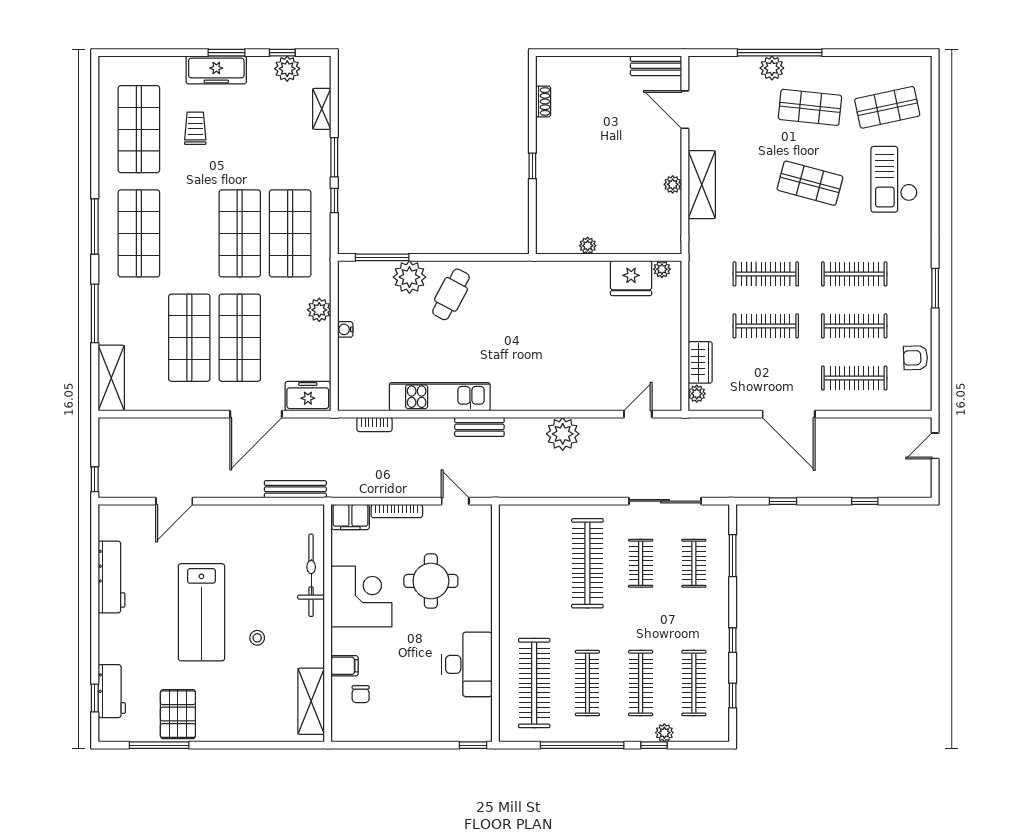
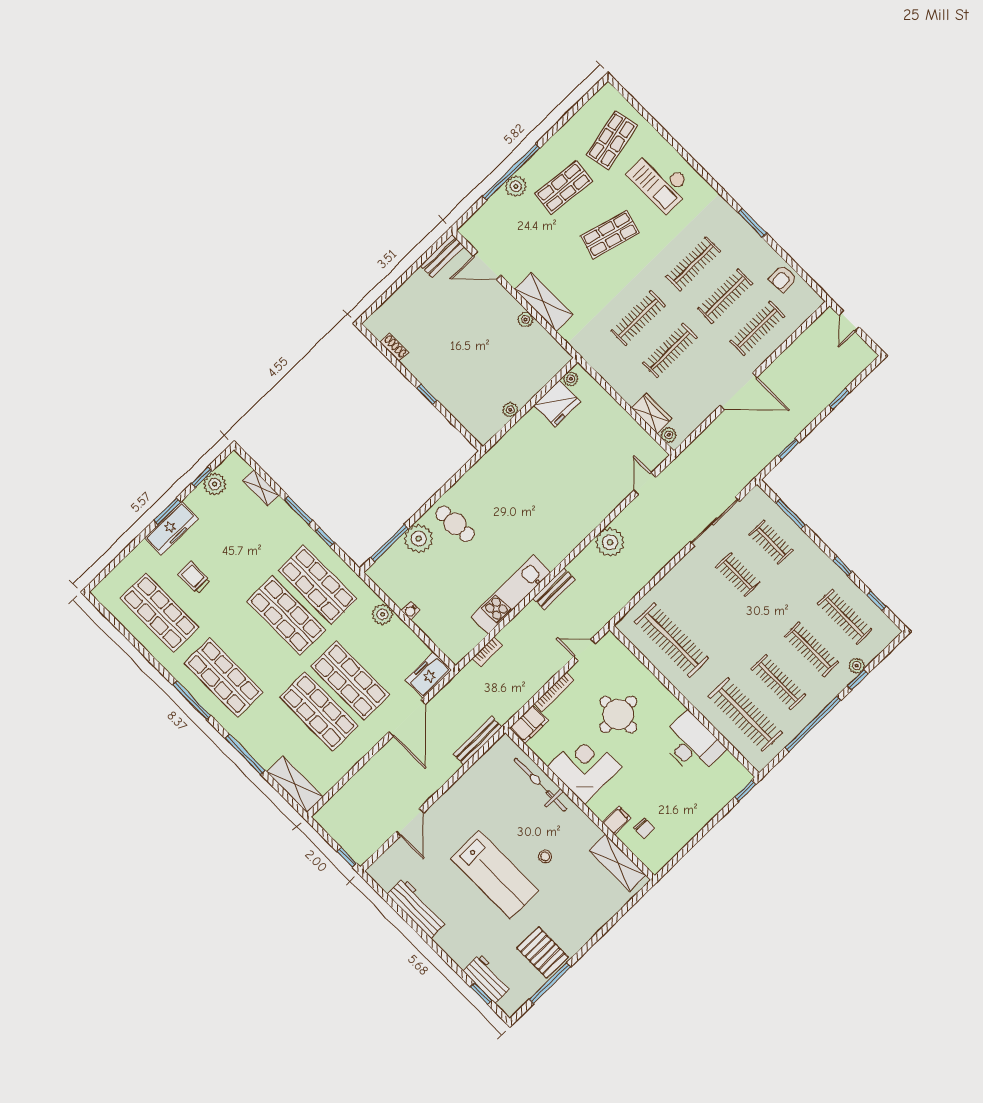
cafe table: (451, 294) -> (455, 524), turned -32
clothes rail: (587, 563) -> (672, 640), moved

